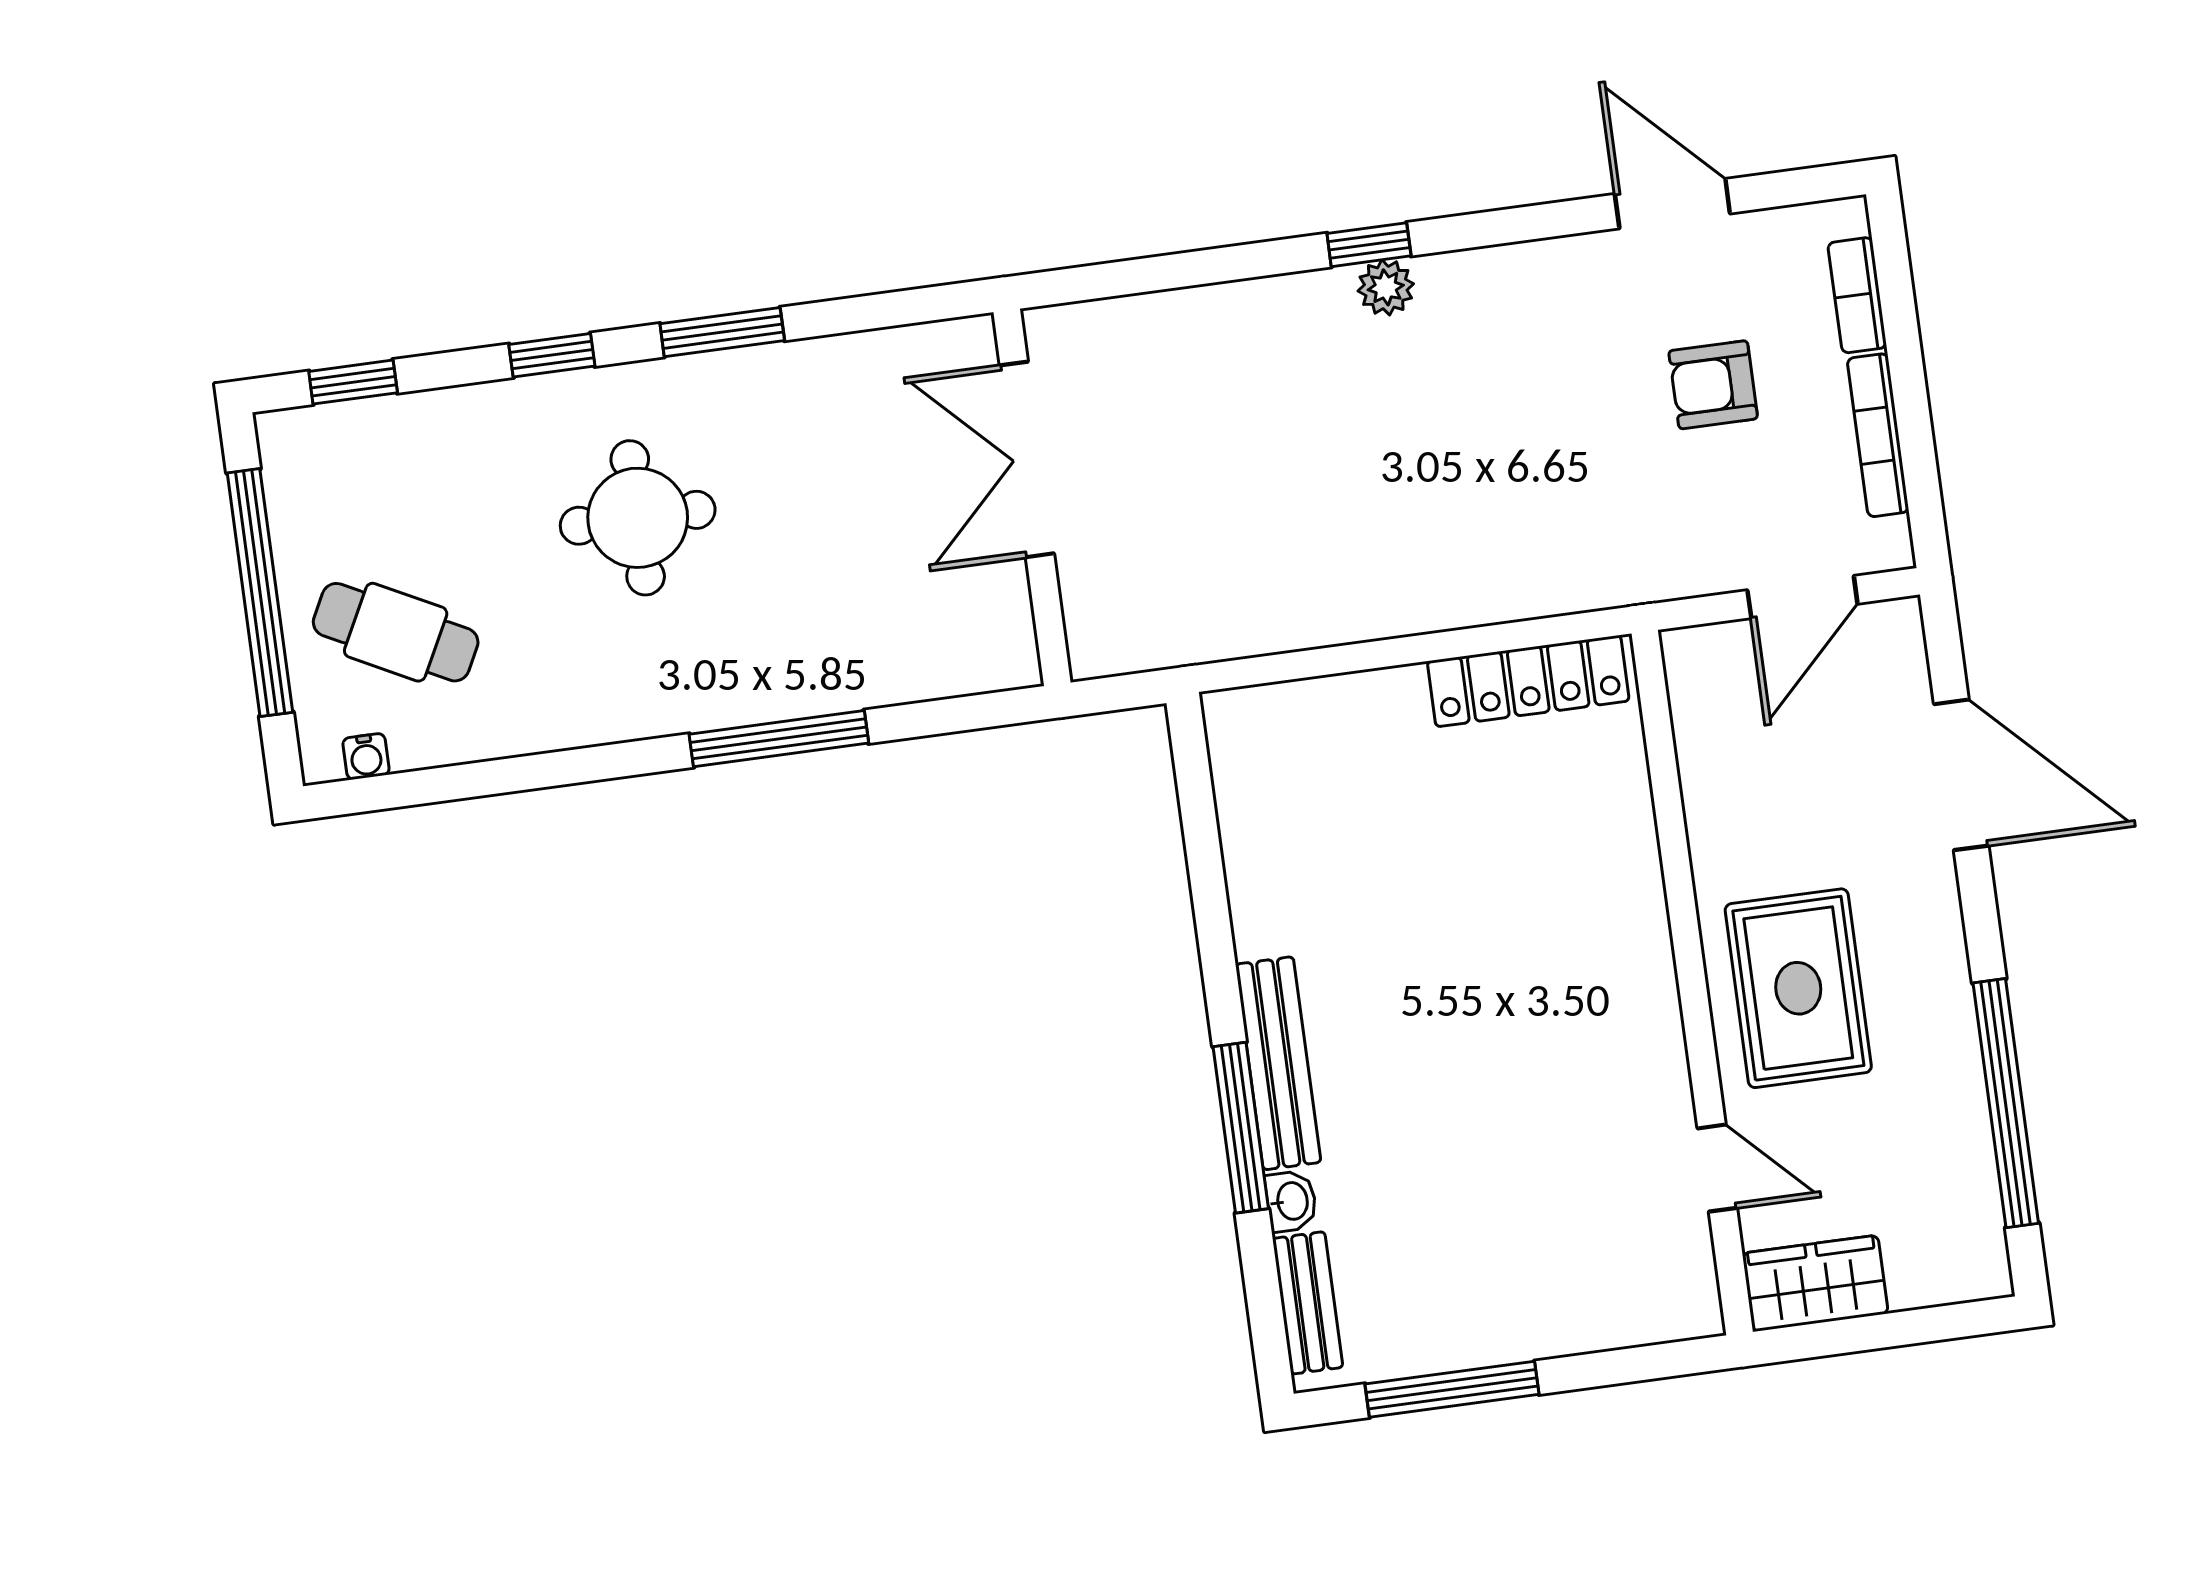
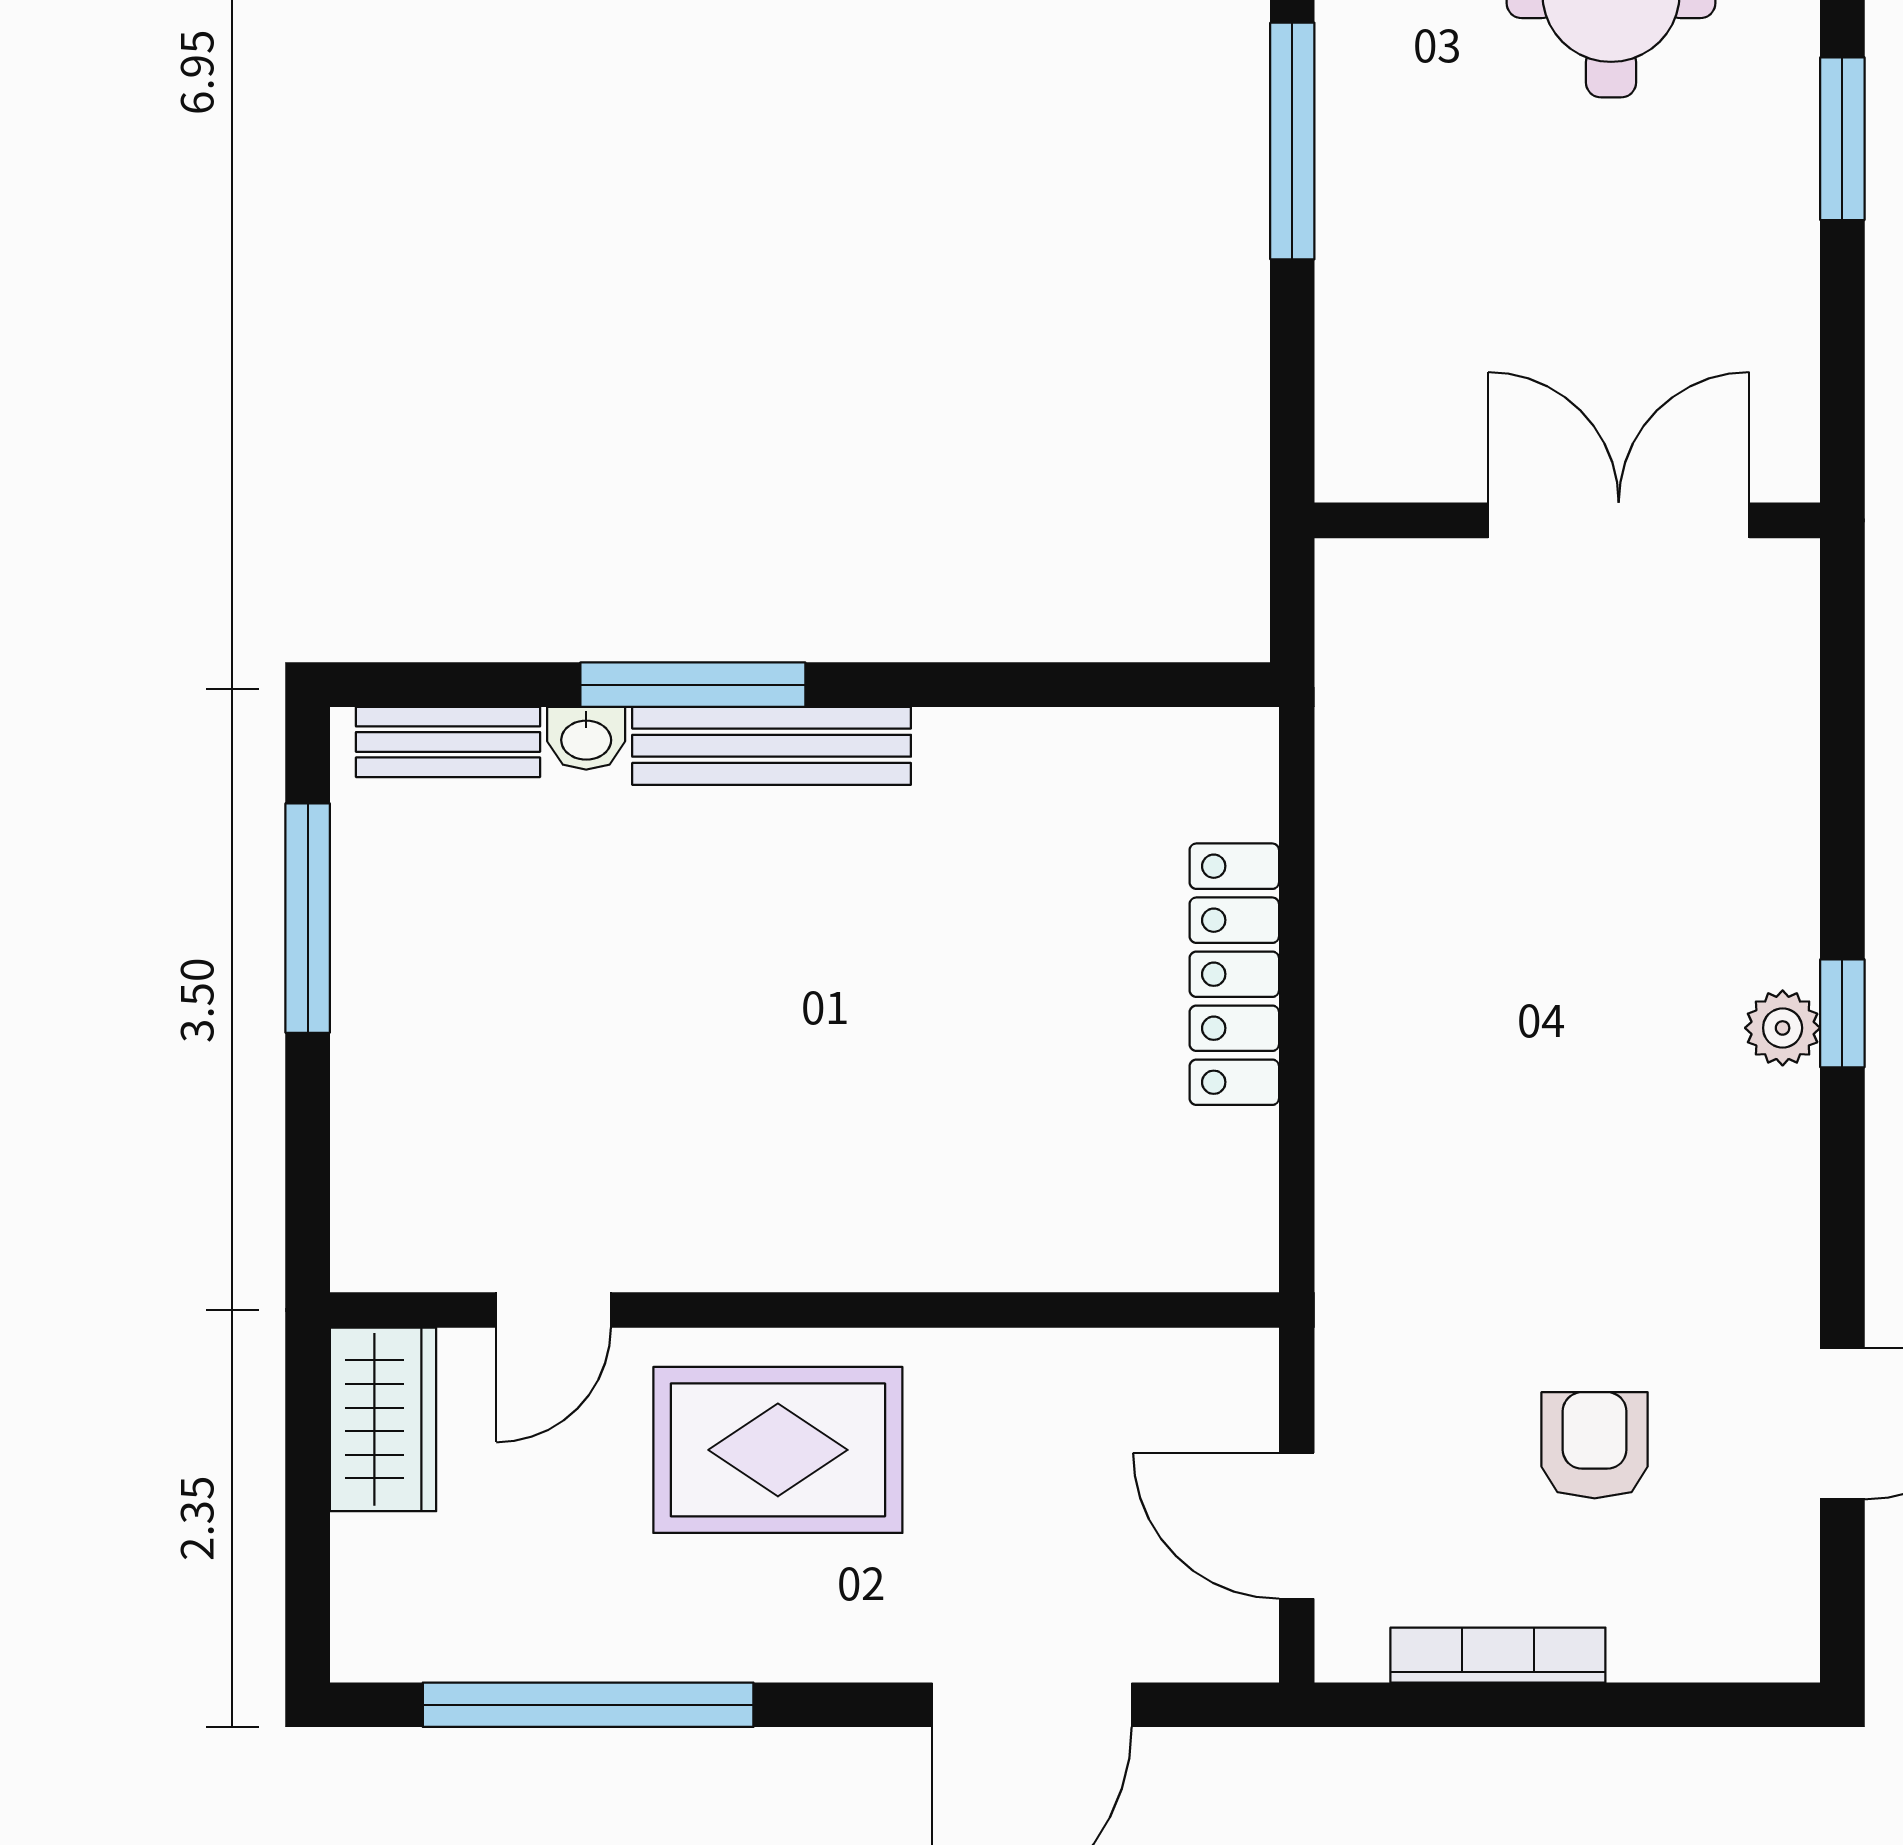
bookcase: (1857, 295) -> (1688, 1653), removed
locker: (1528, 681) -> (1234, 974), moved

